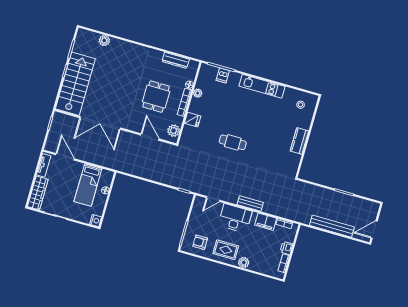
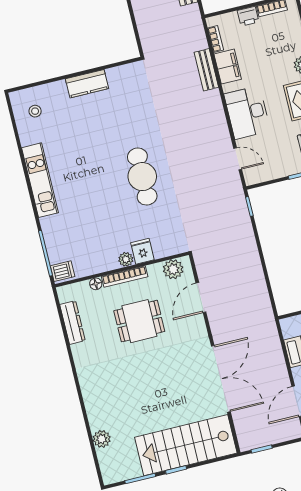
dishwasher: (223, 75) -> (63, 271), moved
plant: (198, 93) -> (126, 259), moved
cafe table: (233, 142) -> (142, 177), width x1.37, depth x1.35
bench: (250, 203) -> (206, 70), moved

